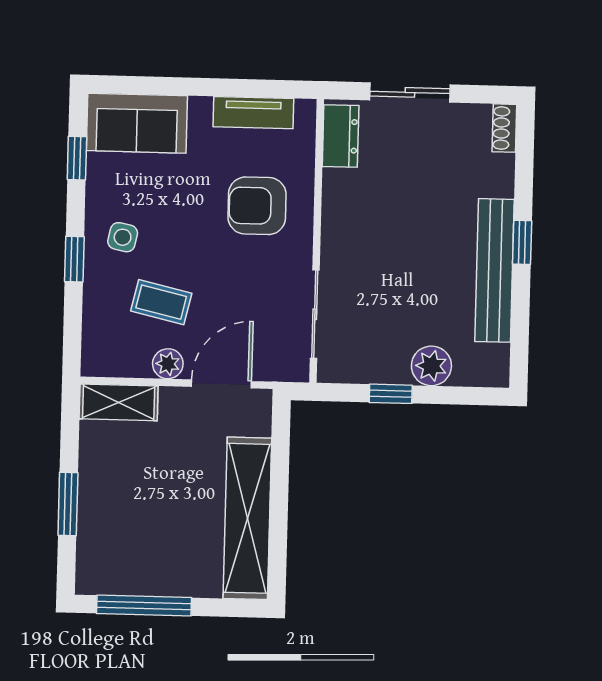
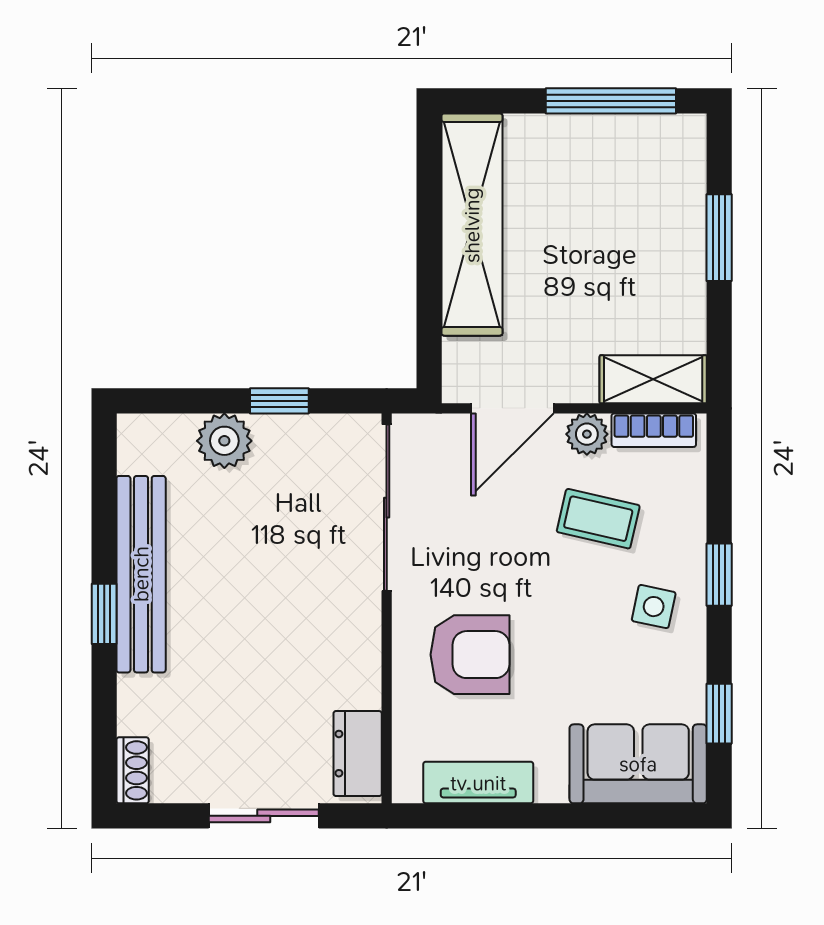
sliding door: (315, 314) -> (387, 508), width x1.37
bookcase: (119, 365) -> (654, 430), added

